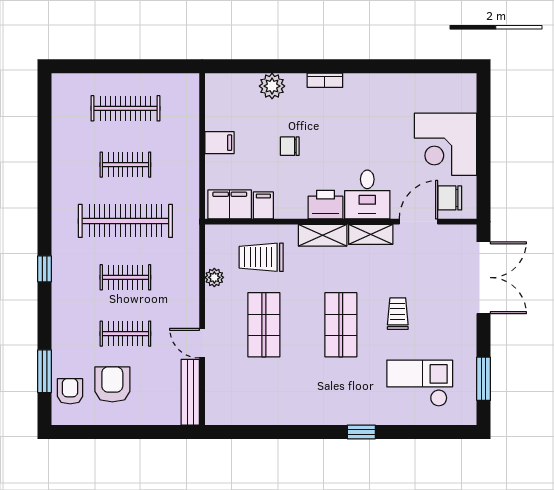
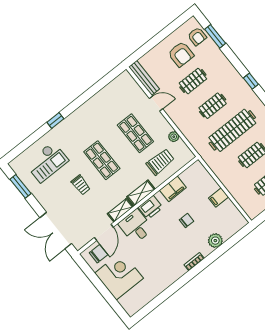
filing cabinet: (230, 204) -> (192, 174), removed
filing cabinet: (263, 205) -> (173, 189), width x2.00

